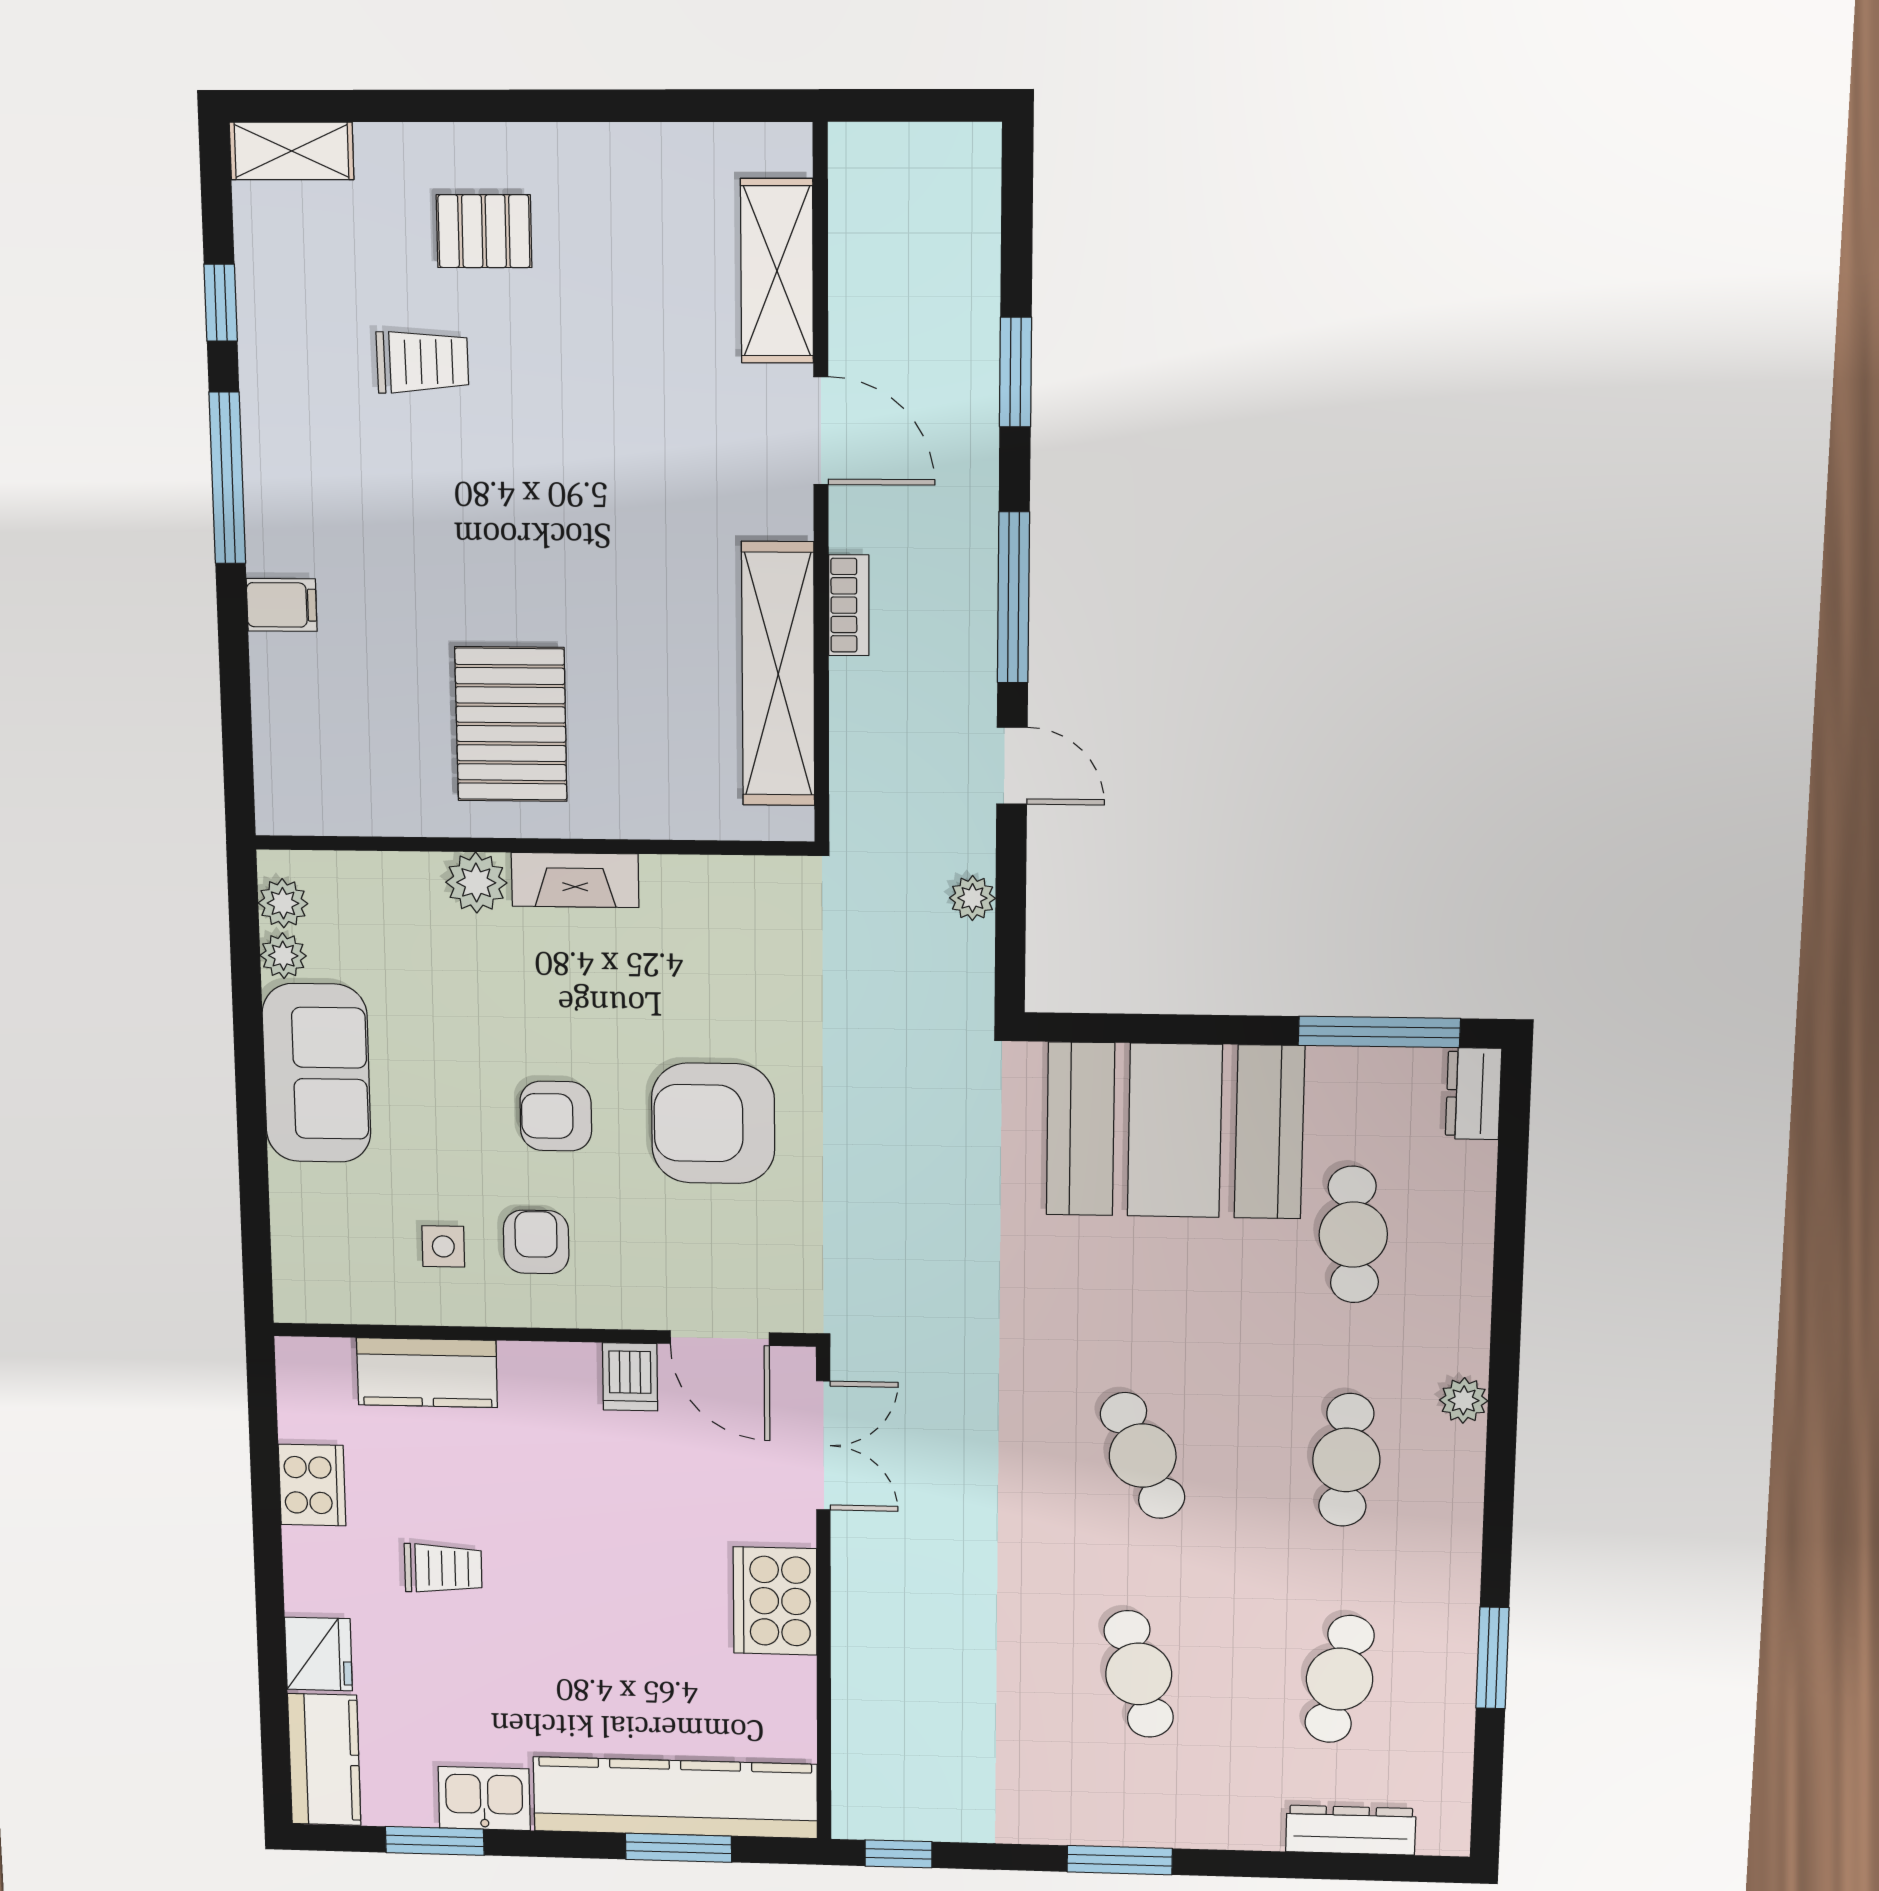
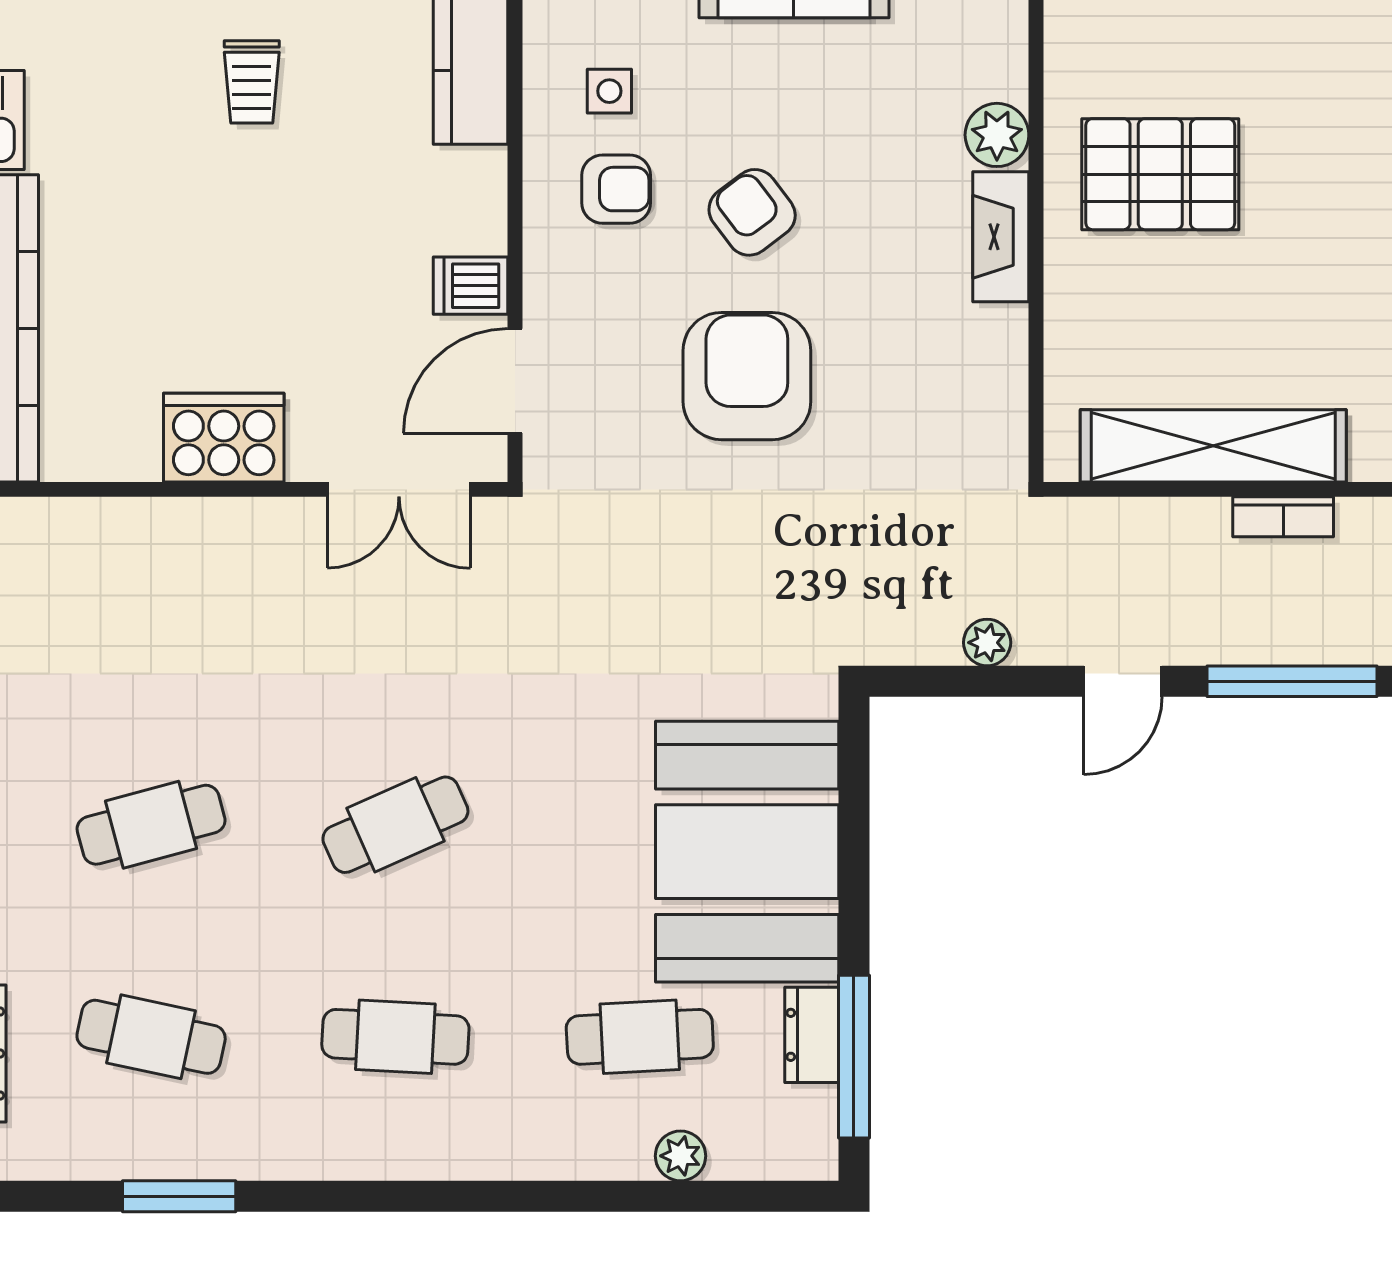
dresser: (1474, 1094) -> (812, 1035), moved, turned -90
armchair: (556, 1116) -> (752, 212), turned -37
plant: (1464, 1400) -> (680, 1156), moved

